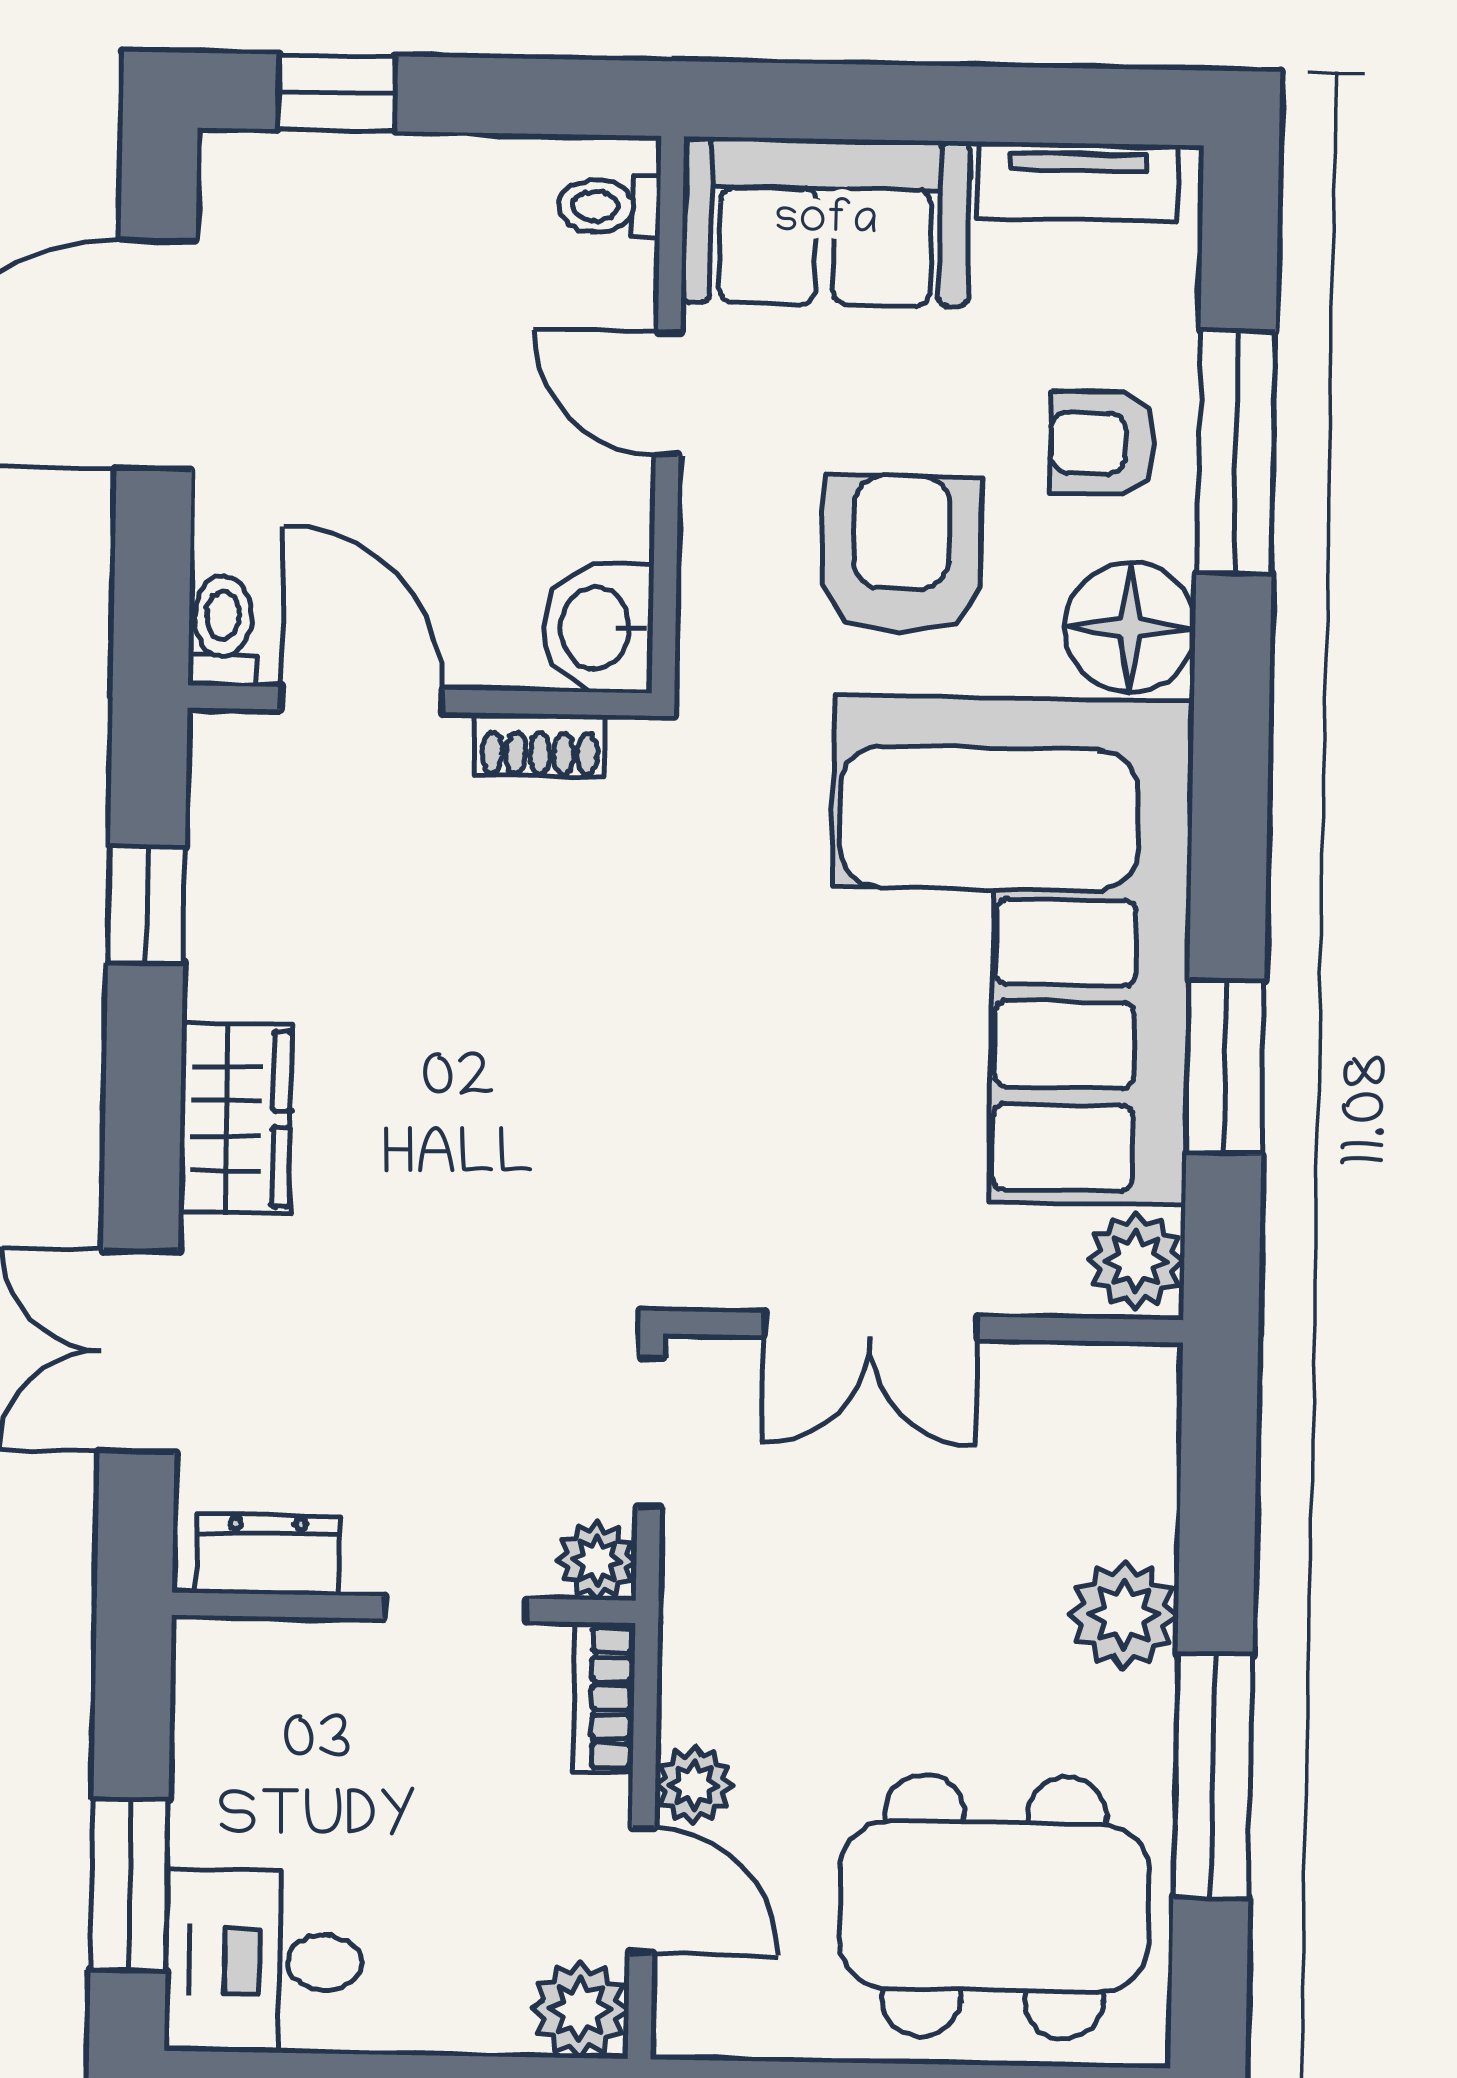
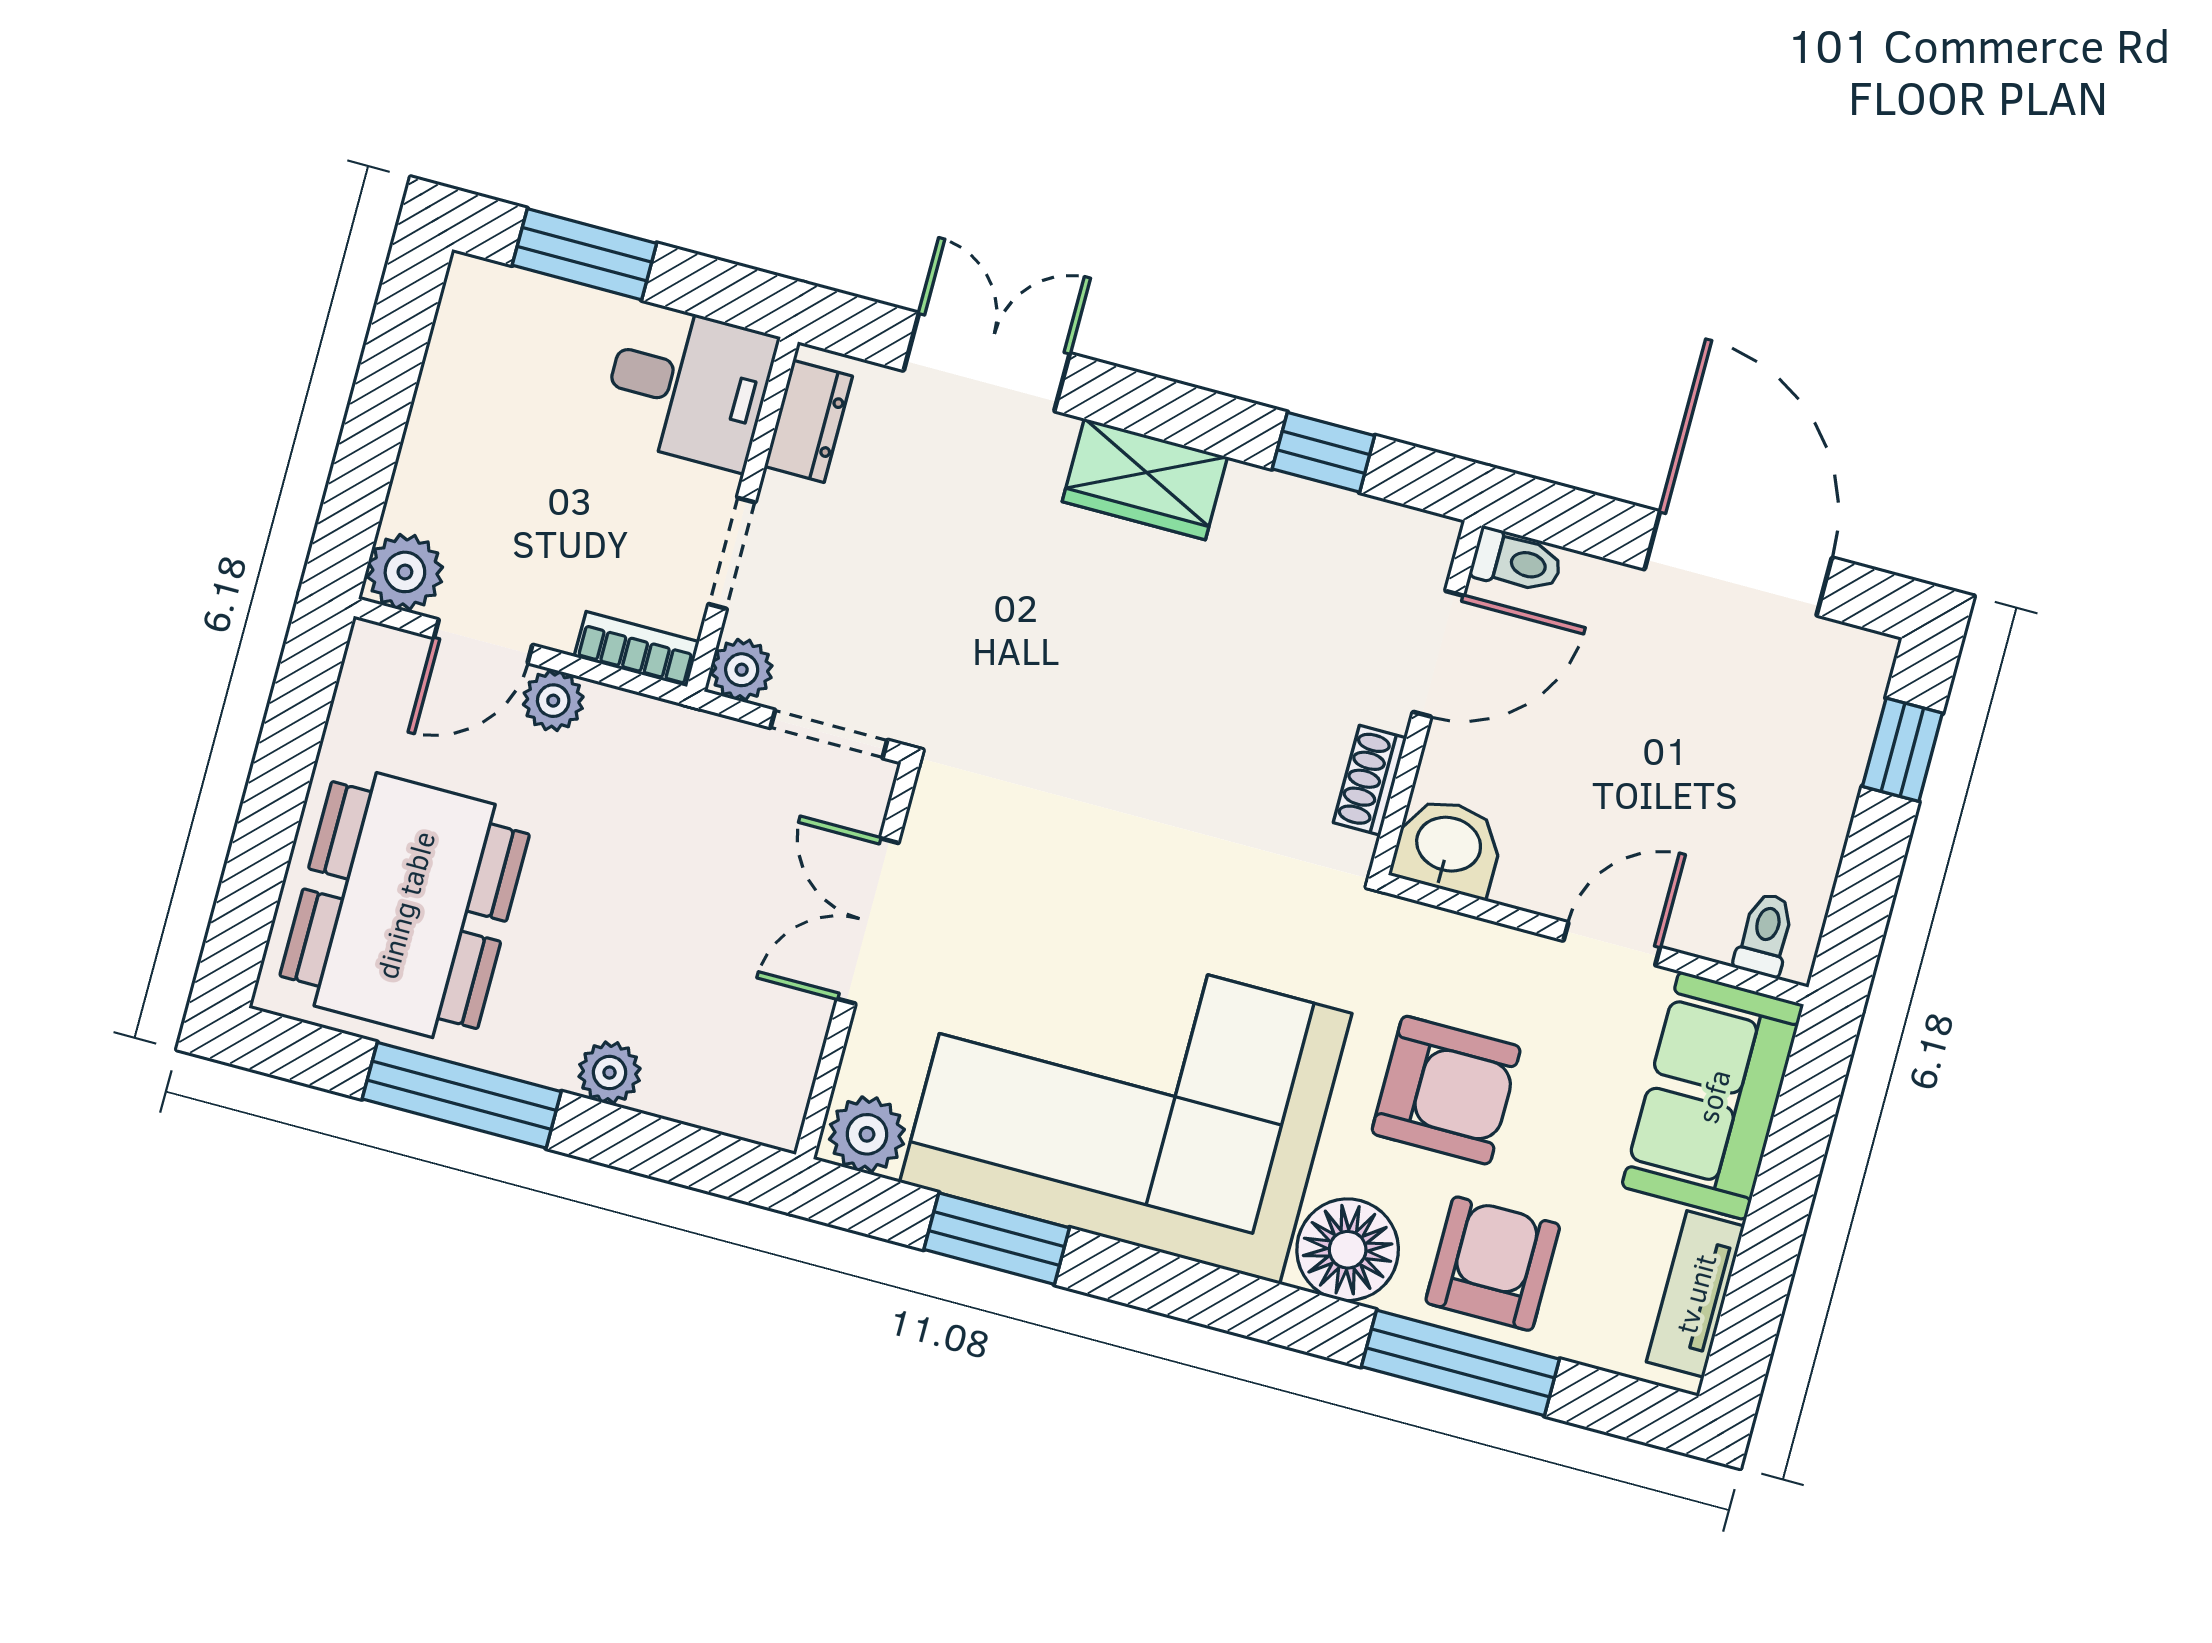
armchair: (1103, 443) -> (1493, 1264), width x1.38, depth x1.38
plant: (1124, 1615) -> (610, 1073), width x0.73, depth x0.73
desk: (264, 1962) -> (688, 386), moved, turned 90

